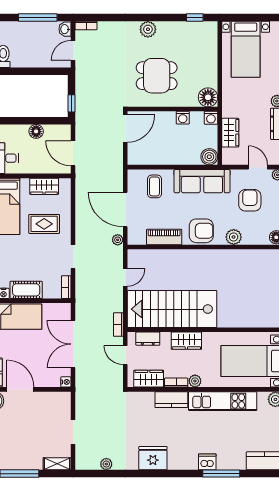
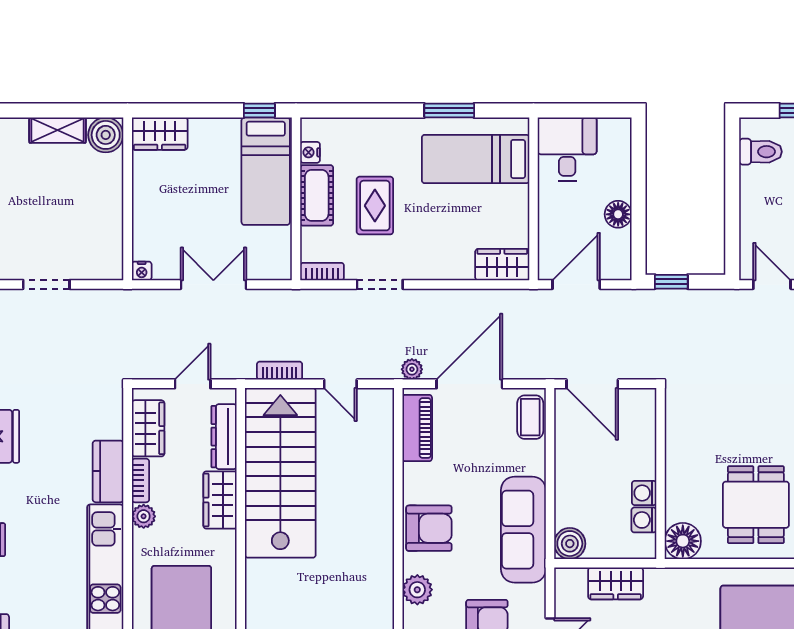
dining table: (157, 76) -> (756, 505), moved
washing machine: (211, 118) -> (644, 520), moved
door: (125, 129) -> (592, 384), moved
wardrobe: (44, 186) -> (502, 265), moved, turned 90
coffee table: (154, 186) -> (530, 417), moved, turned 90
rug: (44, 224) -> (375, 206), moved
armchair: (201, 231) -> (429, 528), turned -90
piano: (164, 237) -> (417, 428), moved
bookcase: (118, 325) -> (280, 371), moved
dresser: (148, 339) -> (224, 437), width x1.44
double door: (73, 344) -> (213, 284), width x0.73
door: (20, 389) -> (128, 185), removed

